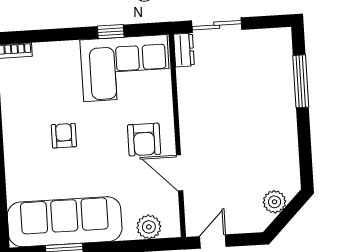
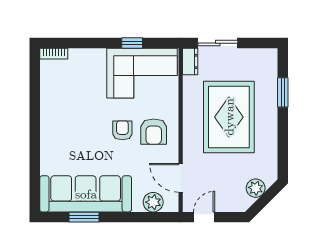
window: (301, 81) -> (283, 92), width x0.69
rug: (236, 116) -> (229, 117), added
armchair: (64, 136) -> (122, 130), moved
door: (180, 173) -> (181, 178), moved

